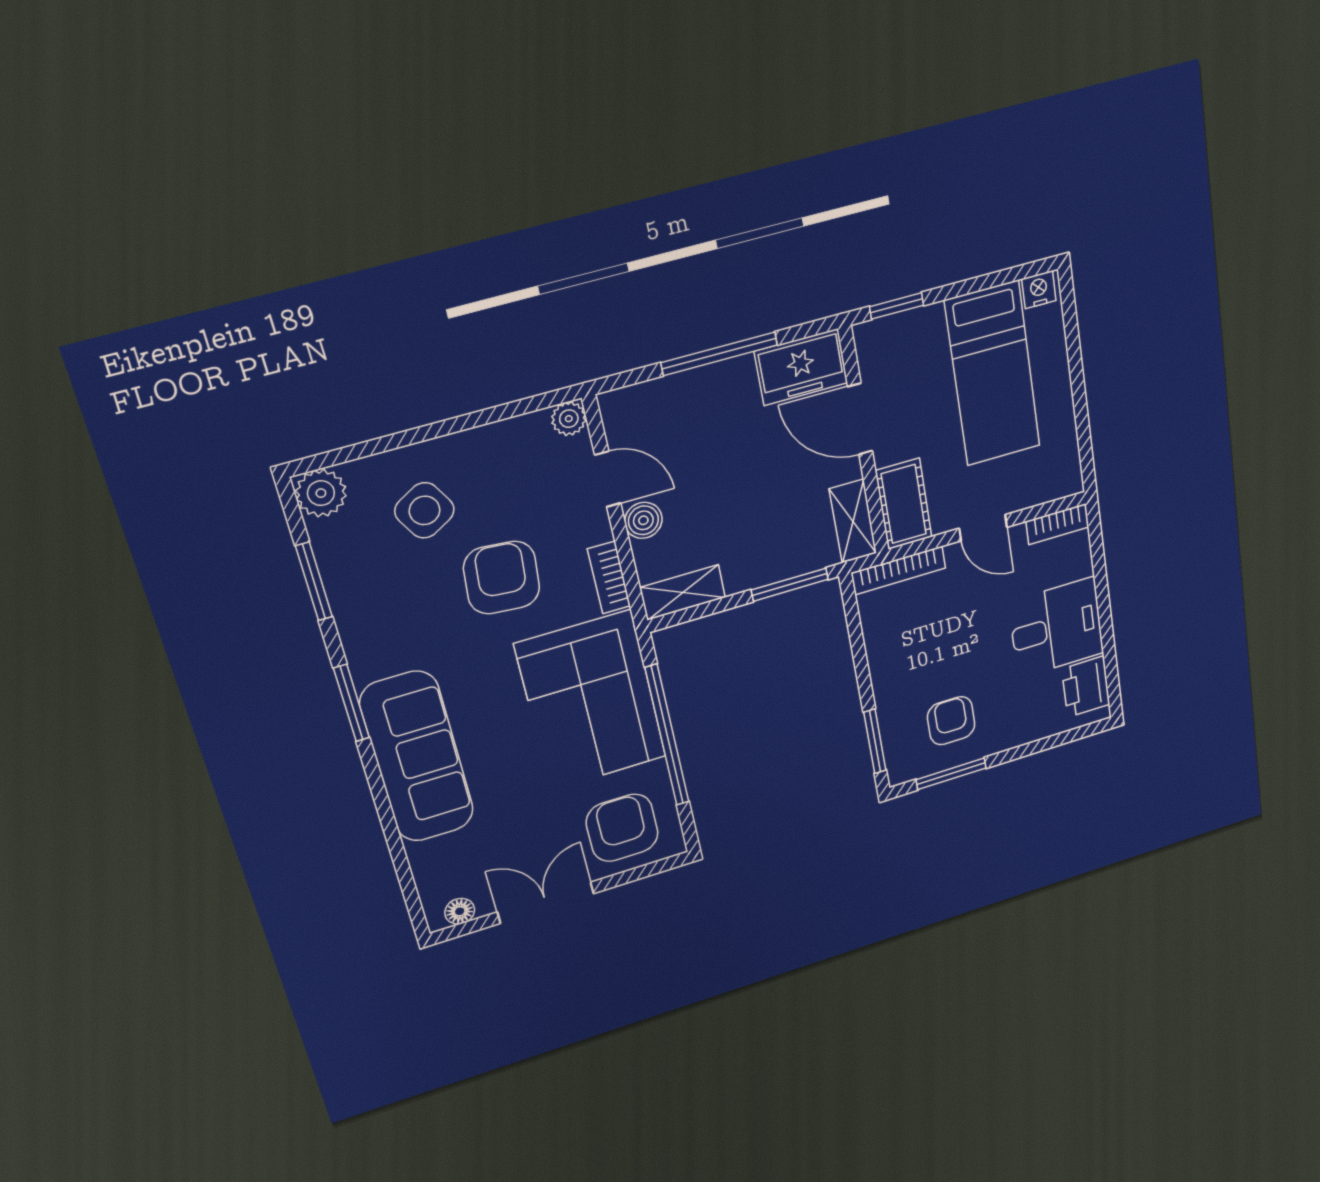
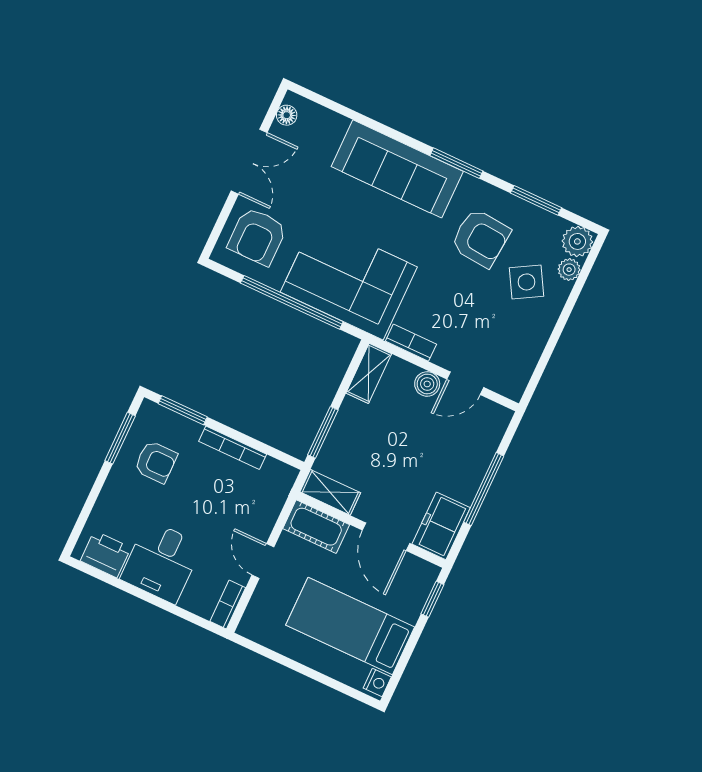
plant: (569, 419) -> (569, 270), moved
door: (860, 419) -> (386, 537), swing flipped
door: (983, 528) -> (263, 561), hinge flipped
bookcase: (898, 570) -> (233, 448), moved, turned -90
armchair: (502, 578) -> (481, 238), moved
armchair: (622, 828) -> (257, 236), turned 90

